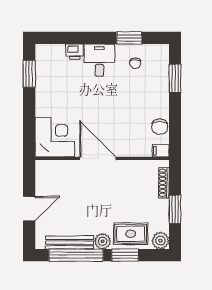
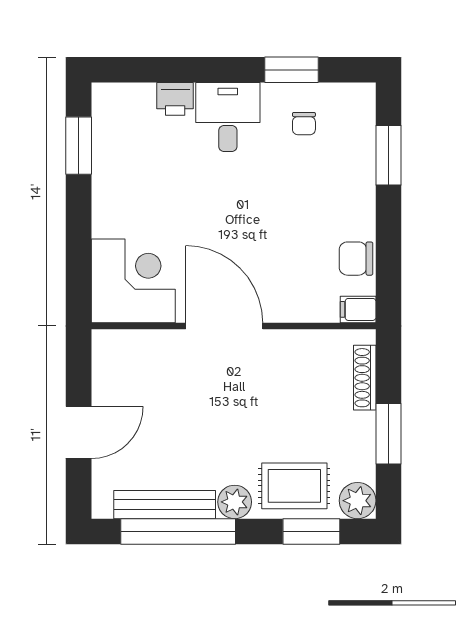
chair: (160, 127) -> (356, 259), turned 90
window: (125, 255) -> (311, 531), moved

